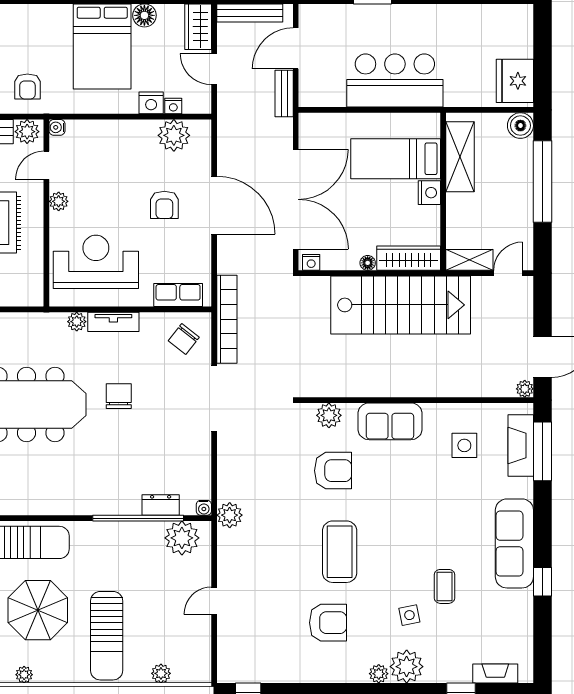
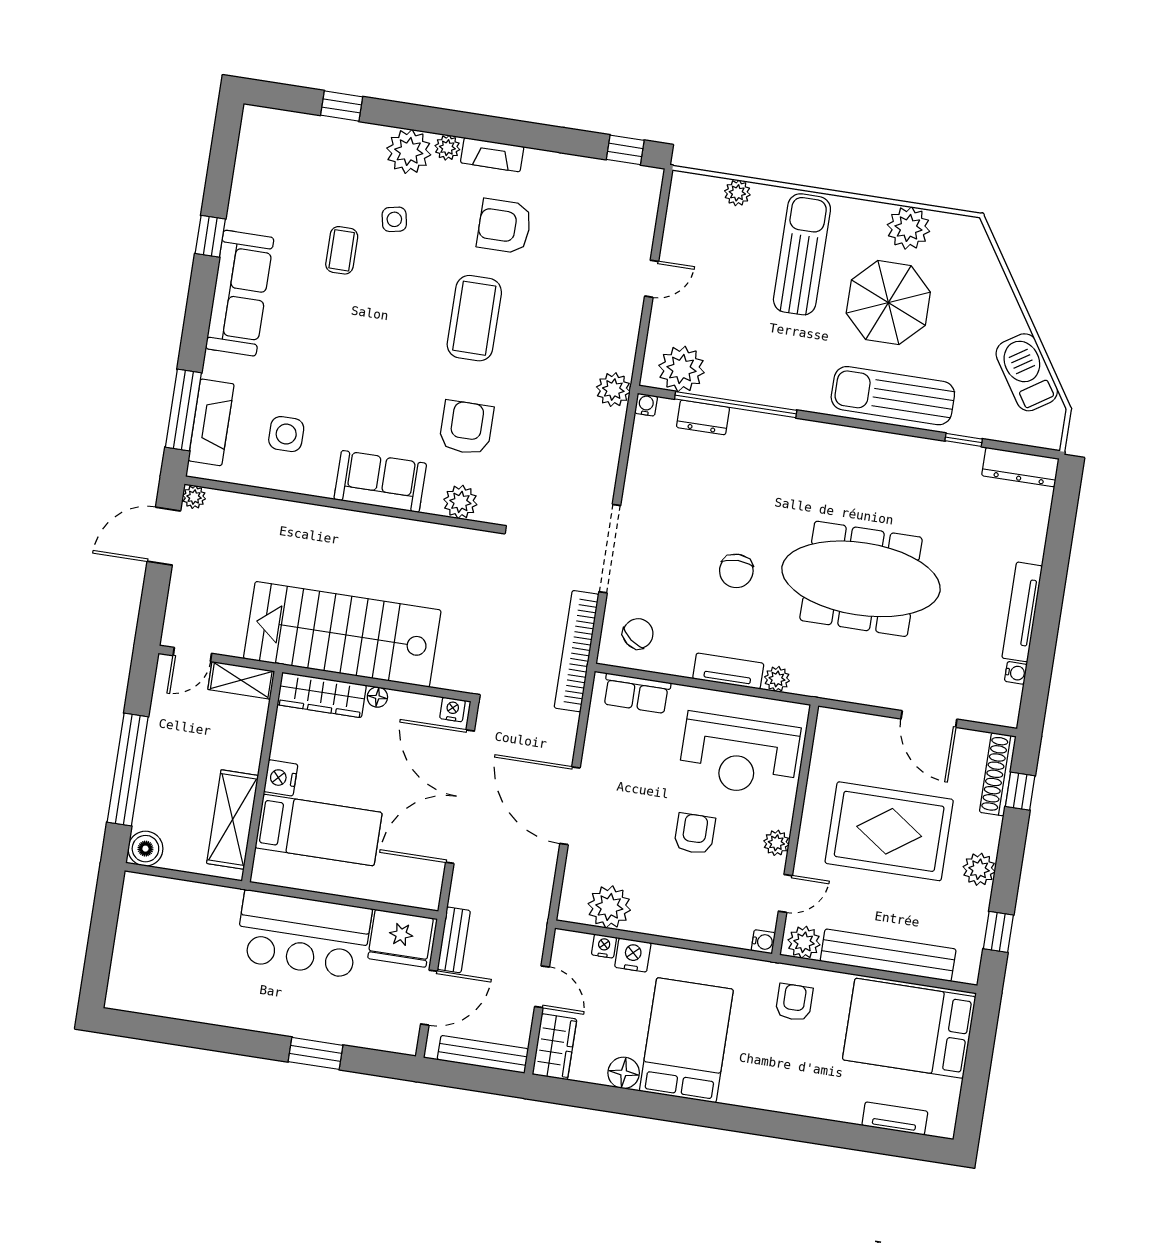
fridge: (515, 81) -> (401, 938), moved, turned 90
armchair: (164, 205) -> (695, 834), moved
armchair: (333, 471) -> (466, 428), turned 90
fireplace: (495, 674) -> (492, 155), moved
plant: (24, 675) -> (908, 228), width x1.87, depth x1.87

